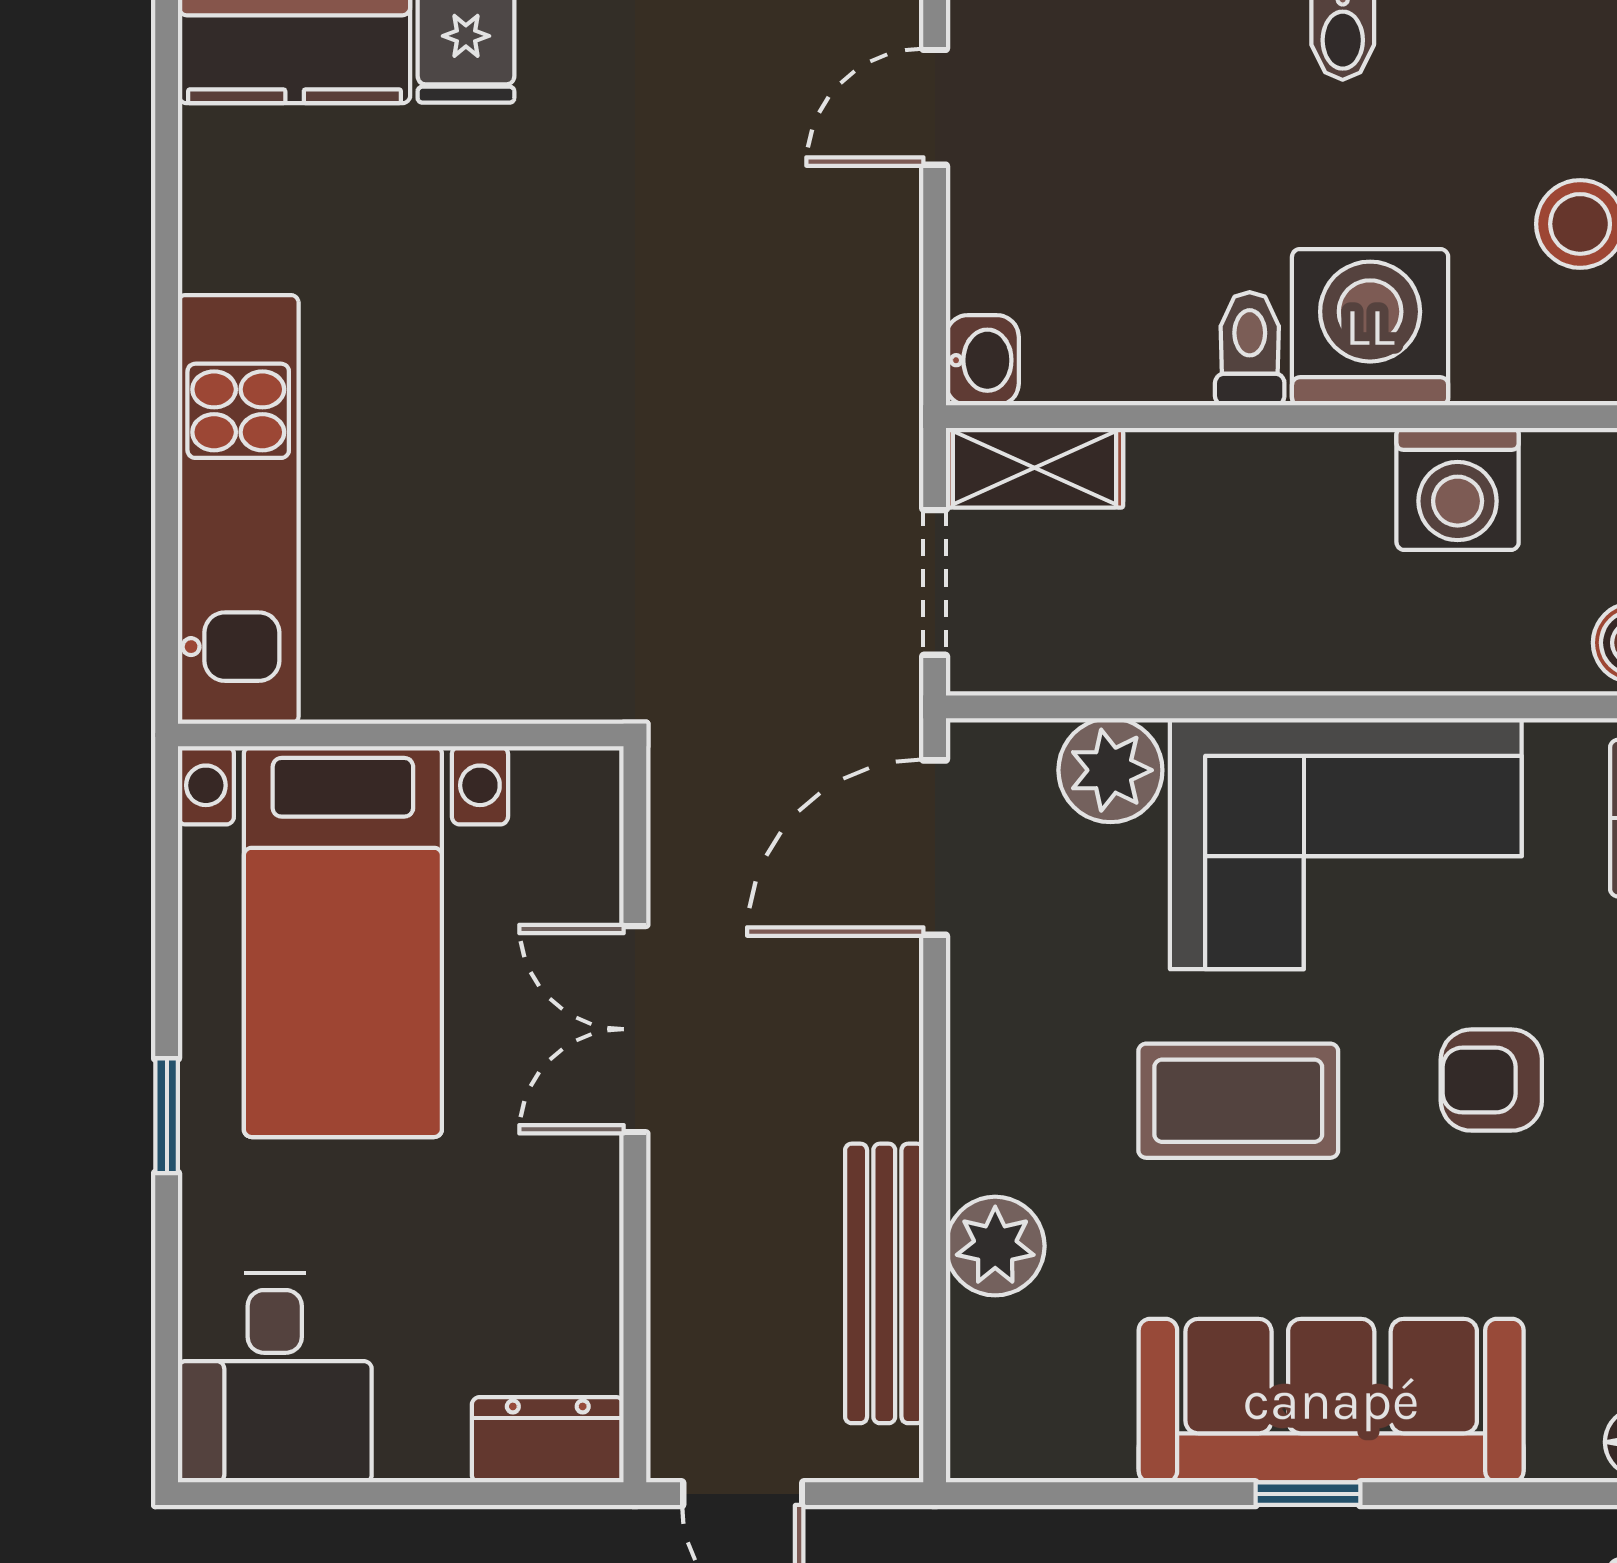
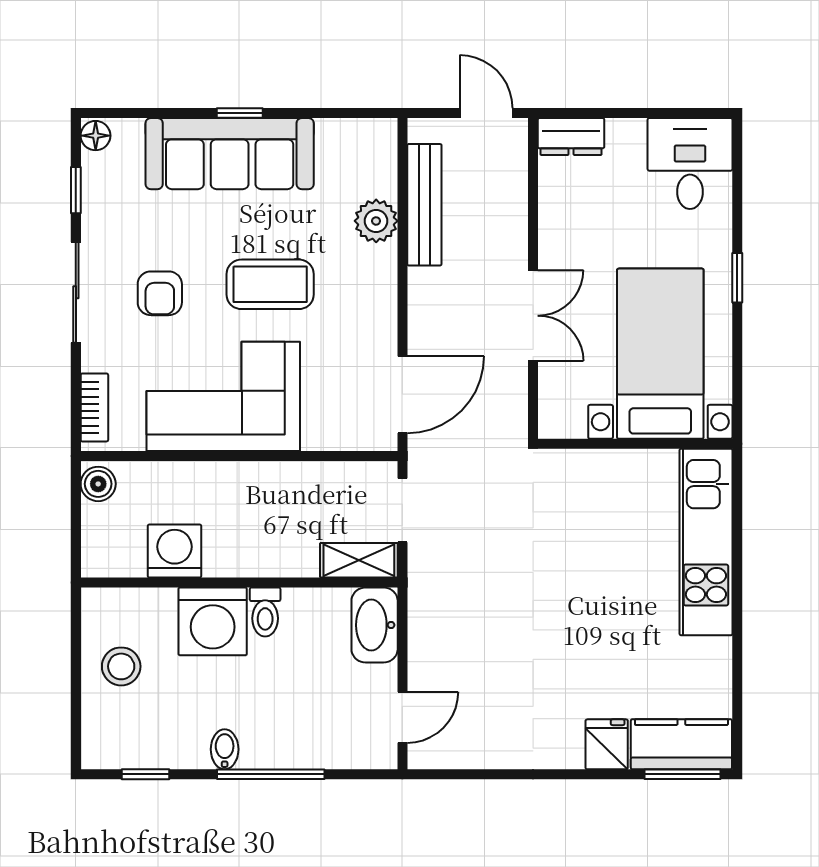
washbasin: (982, 360) -> (375, 625), width x1.91, depth x1.45
plant: (1110, 770) -> (326, 428), removed
armchair: (1491, 1080) -> (160, 293), turned 90

